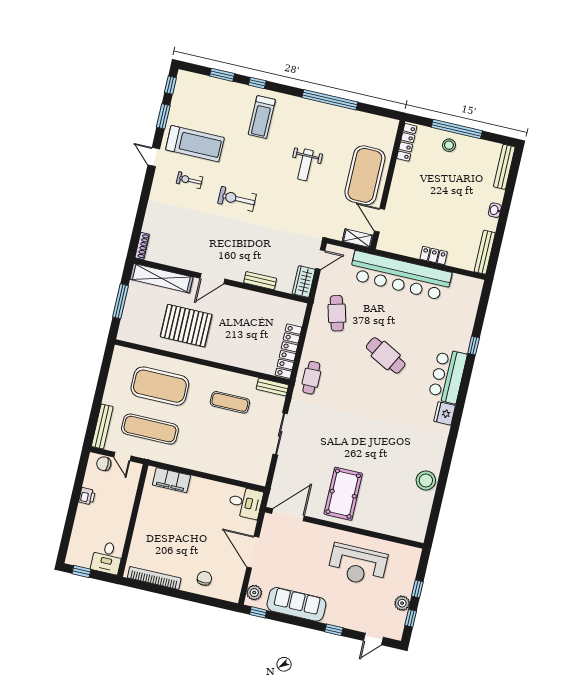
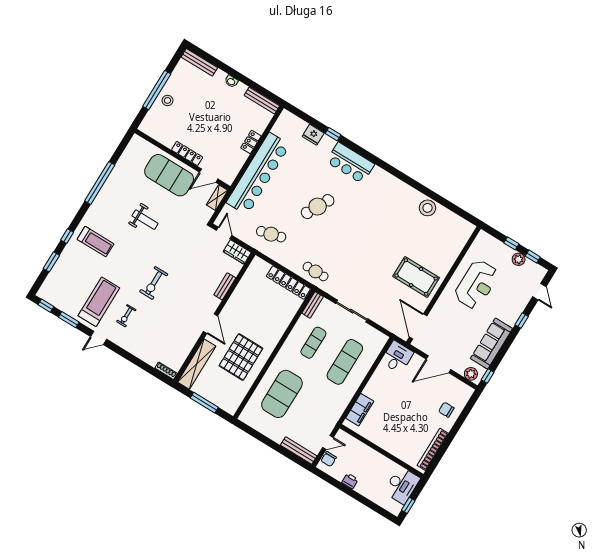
locker: (407, 142) -> (187, 153), moved
fridge: (445, 413) -> (313, 135), moved
exercise mat: (150, 429) -> (345, 362), moved
desk: (107, 558) -> (402, 485), width x1.37

